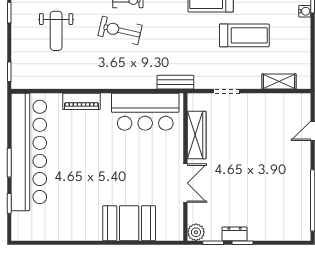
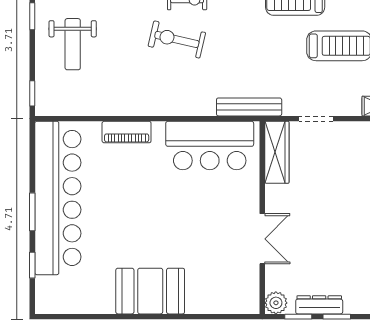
weight bench: (56, 31) -> (73, 44), moved
bench: (175, 82) -> (249, 107), width x1.36
wardrobe: (197, 135) -> (277, 152), moved
booth: (129, 223) -> (150, 291), moved
dresser: (235, 234) -> (319, 305), width x1.44

